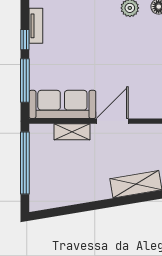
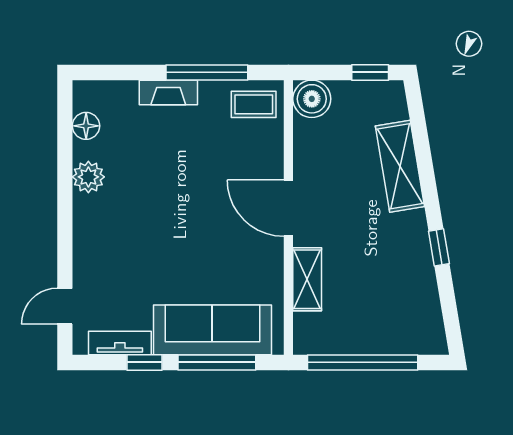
sofa: (62, 104) -> (212, 330), moved, turned 90
window: (90, 206) -> (439, 247), added

